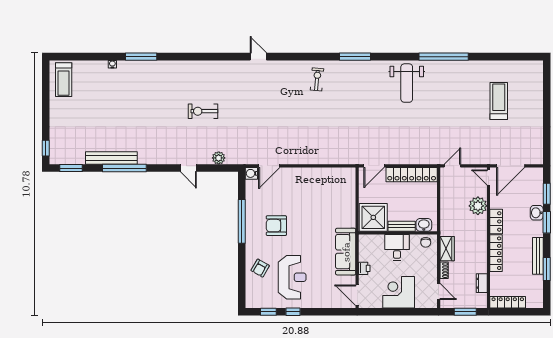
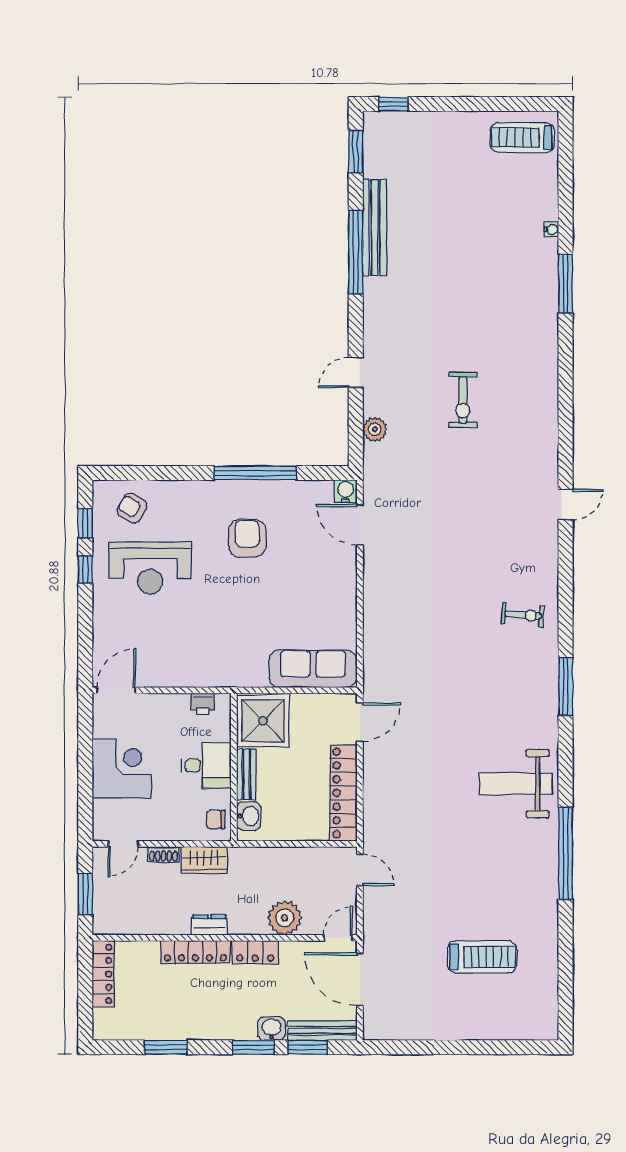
exercise bike: (203, 111) -> (463, 400), turned 180
door: (374, 166) -> (360, 722), swing flipped
sofa: (346, 252) -> (313, 669), moved
bench: (538, 256) -> (322, 1031), moved
armchair: (260, 268) -> (132, 508), moved
printer: (364, 268) -> (203, 704), moved
dresser: (482, 283) -> (209, 925), moved

